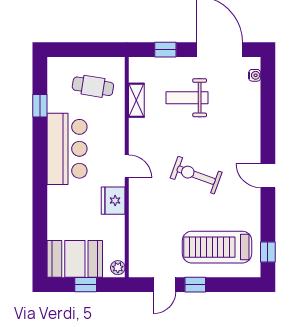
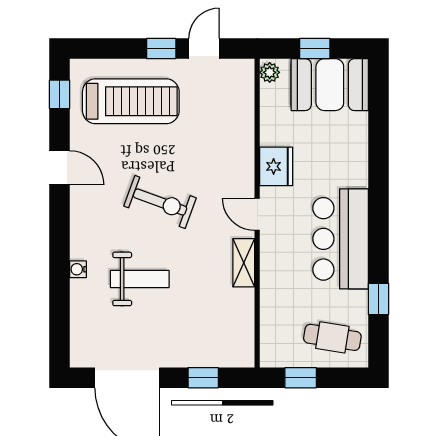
window: (96, 50) -> (301, 378), added
water cooler: (255, 75) -> (78, 269), moved
cafe table: (93, 86) -> (332, 337), moved
weight bench: (187, 98) -> (140, 279), moved
shelving: (136, 100) -> (244, 263), moved
door: (268, 176) -> (60, 168), moved

